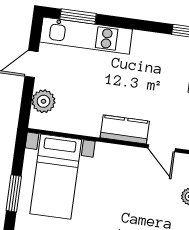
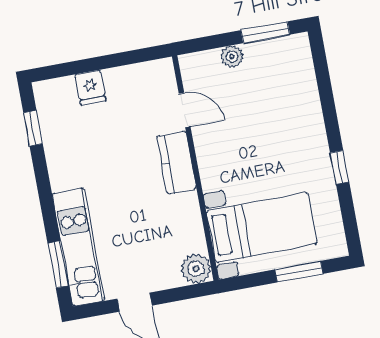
plant: (43, 101) -> (196, 269), moved
door: (162, 148) -> (185, 110), hinge flipped

